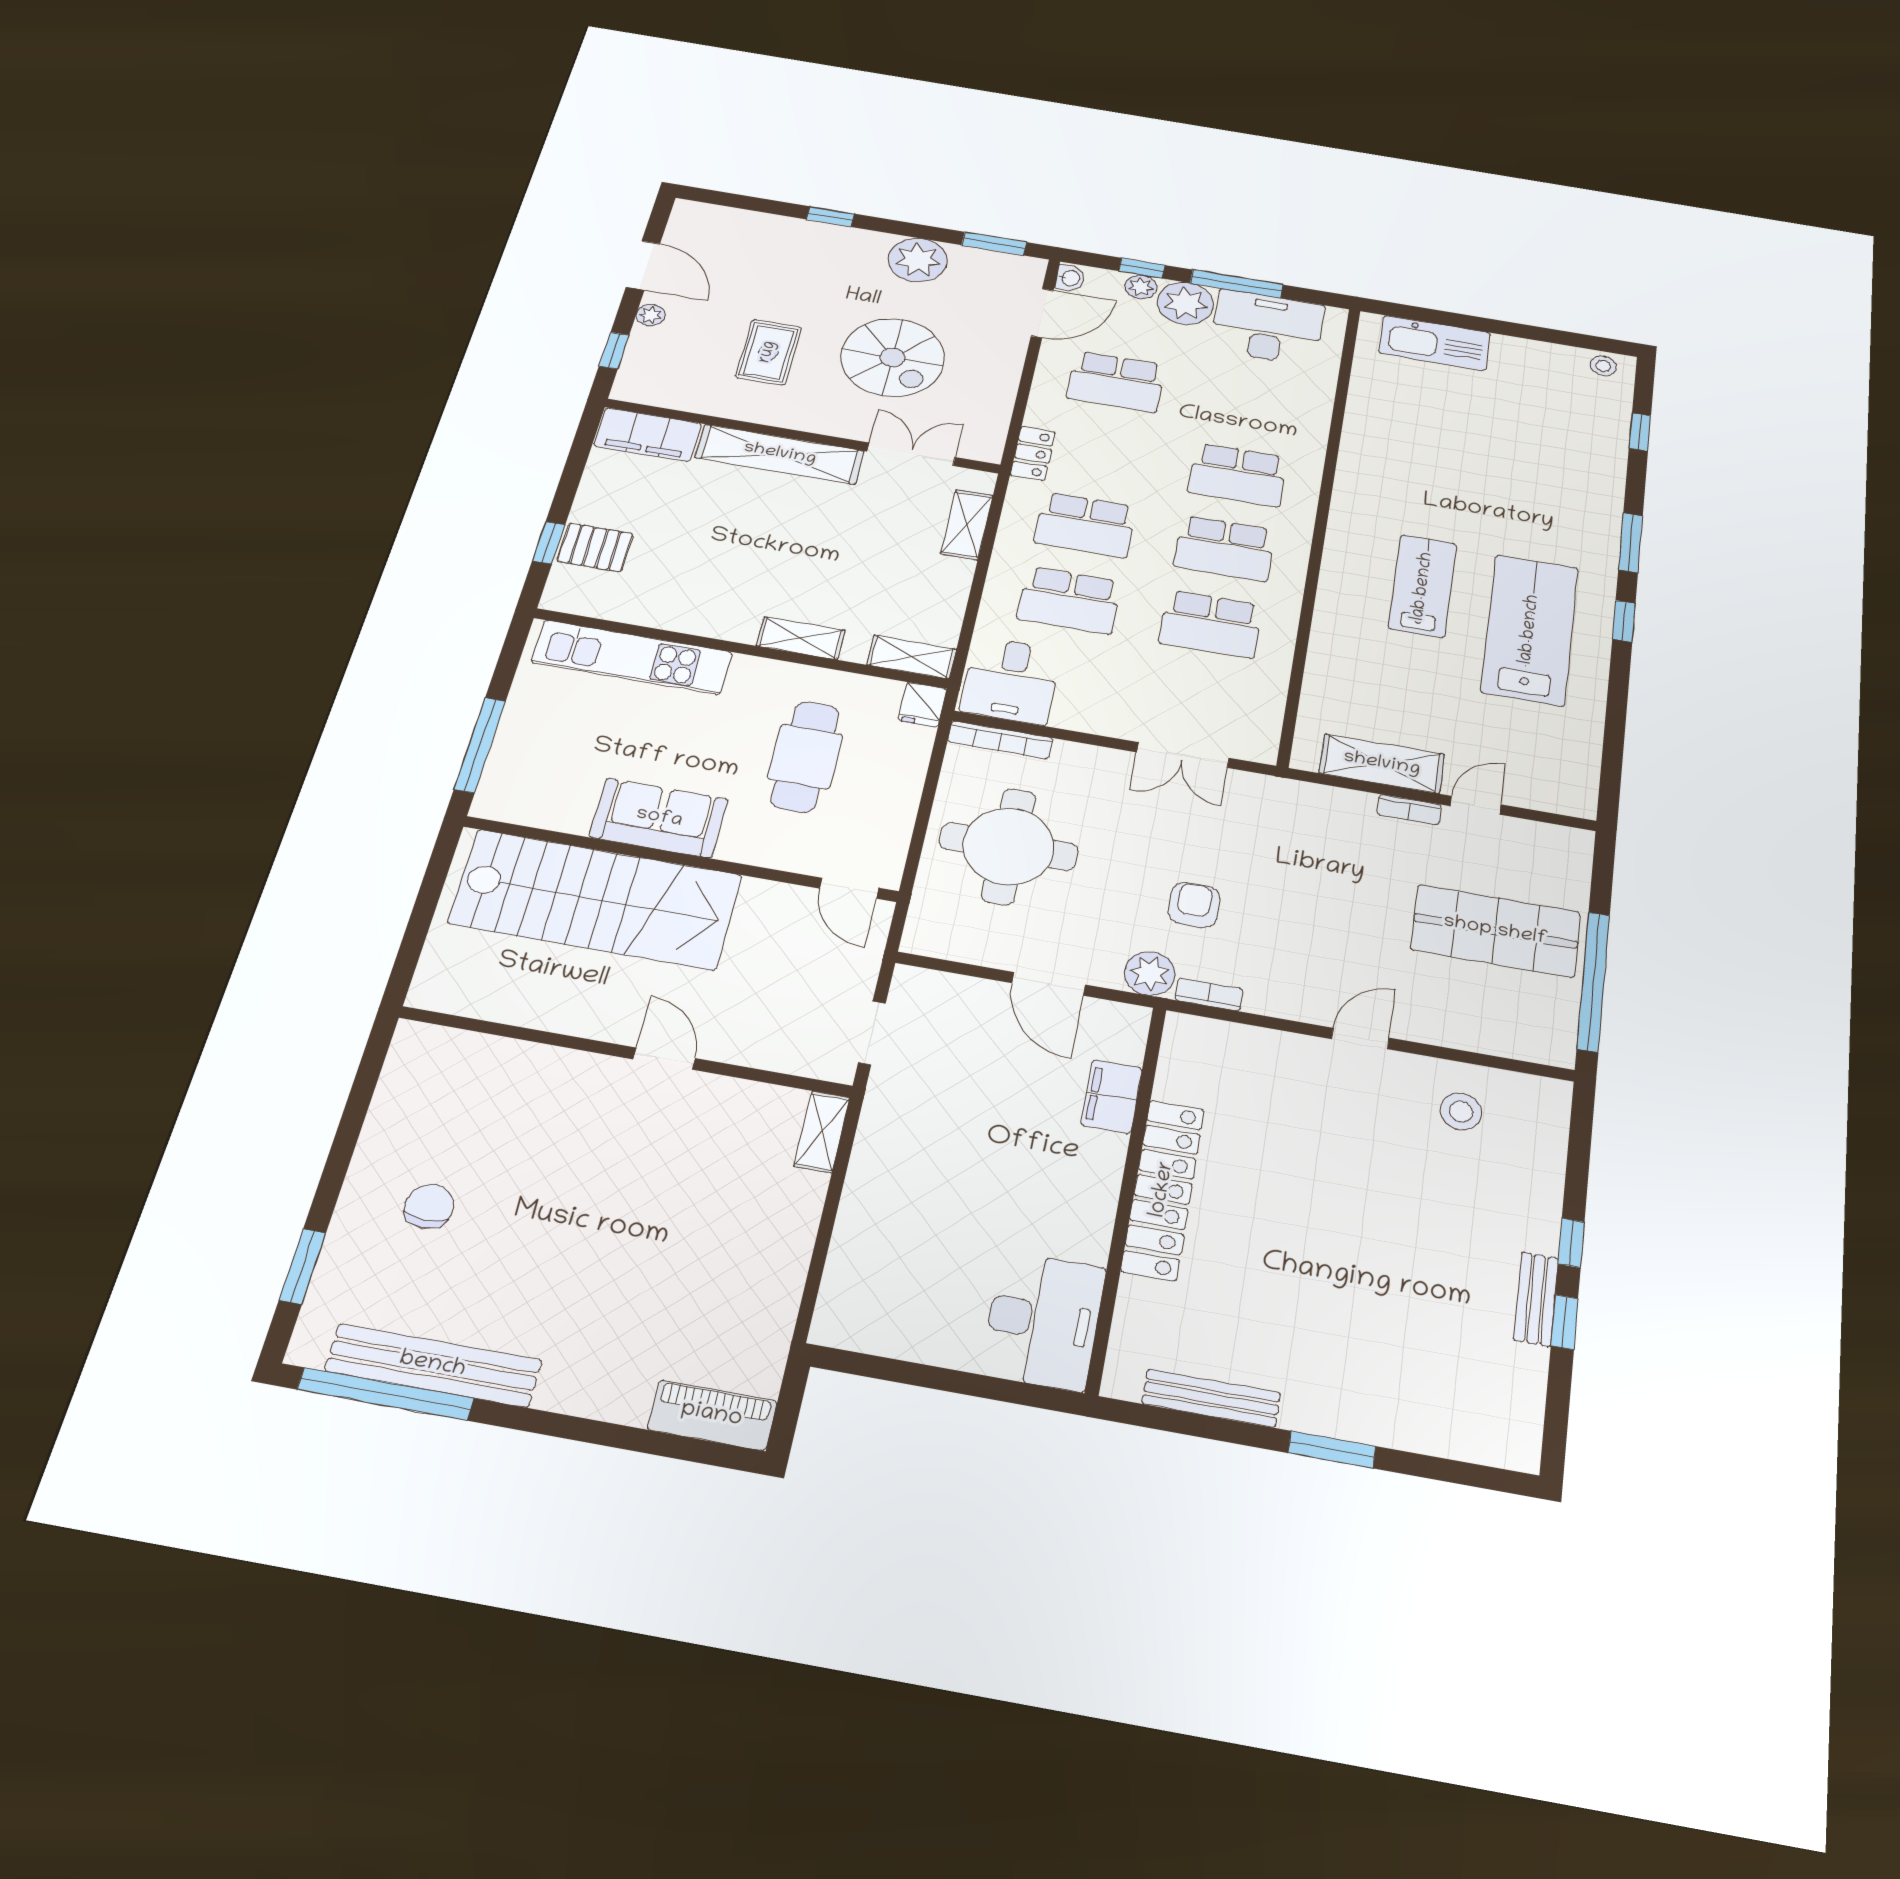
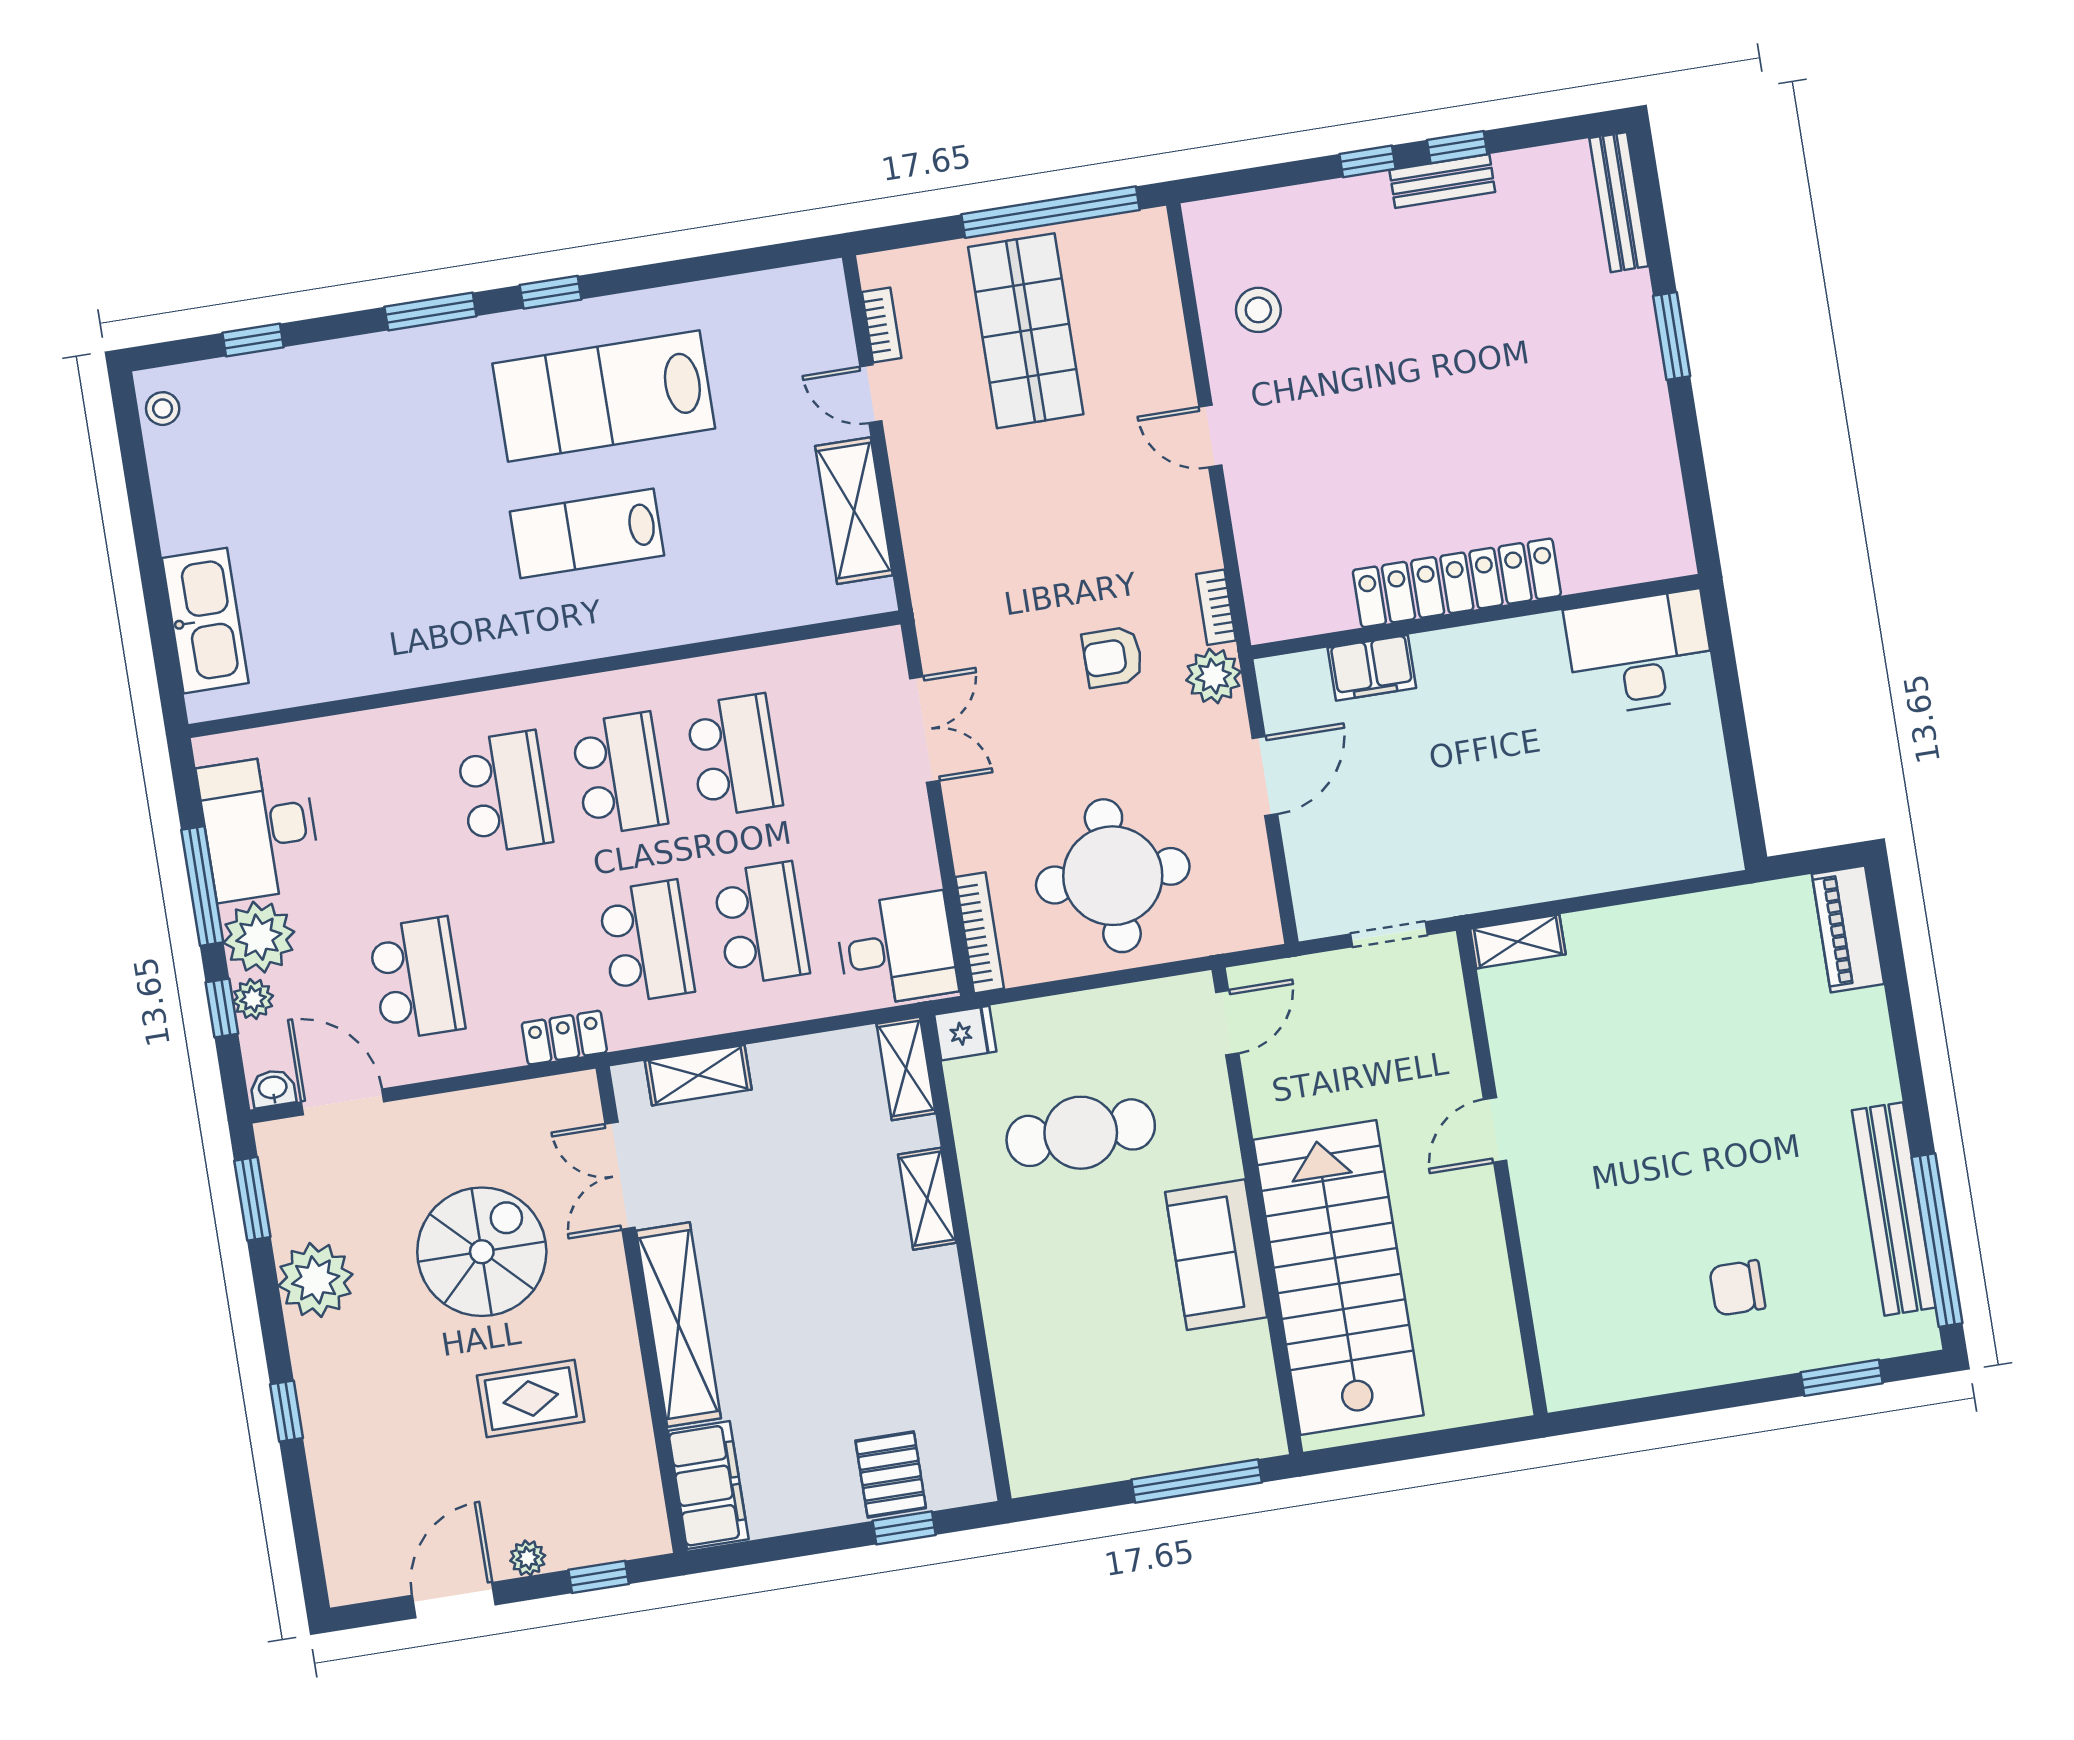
kitchen unit: (632, 657) -> (1023, 1370), removed
bookcase: (1409, 810) -> (882, 325), moved
bench: (1211, 1398) -> (1619, 202), moved

